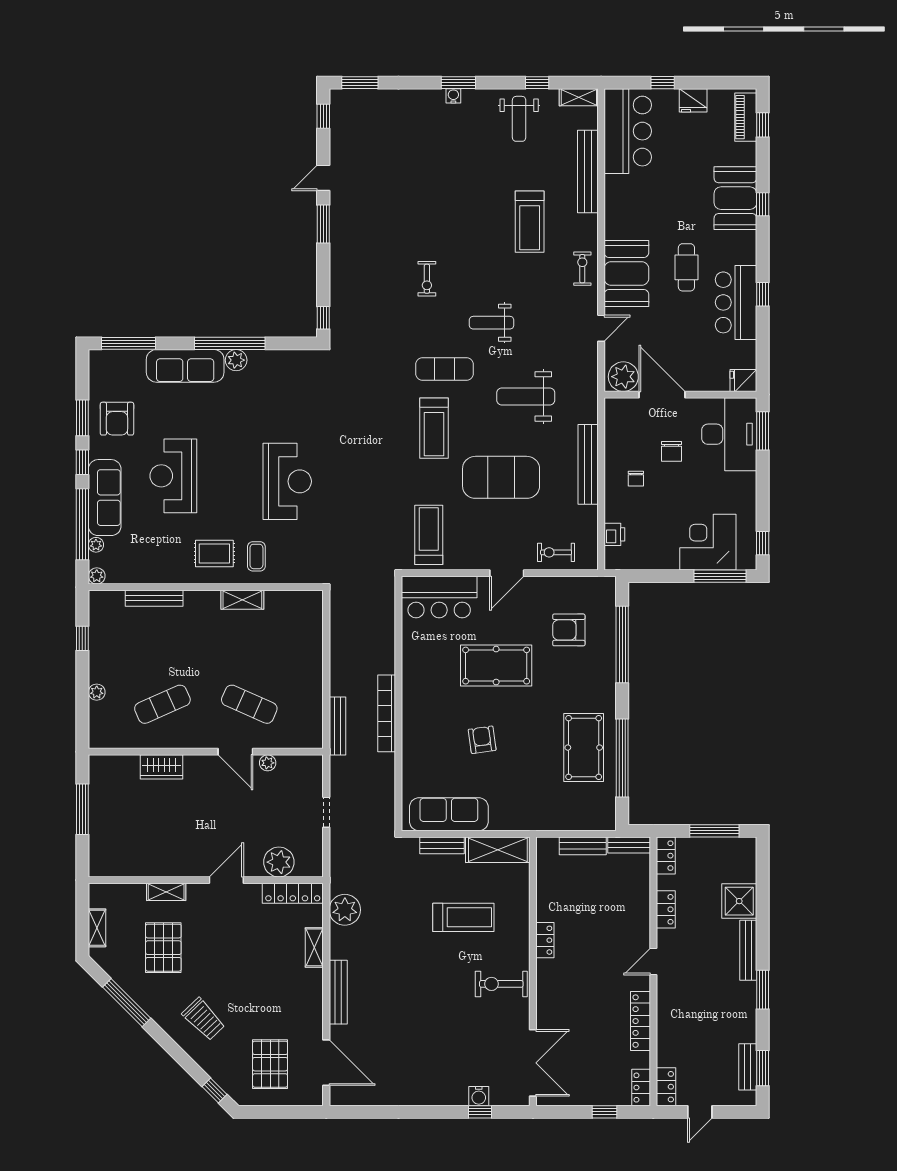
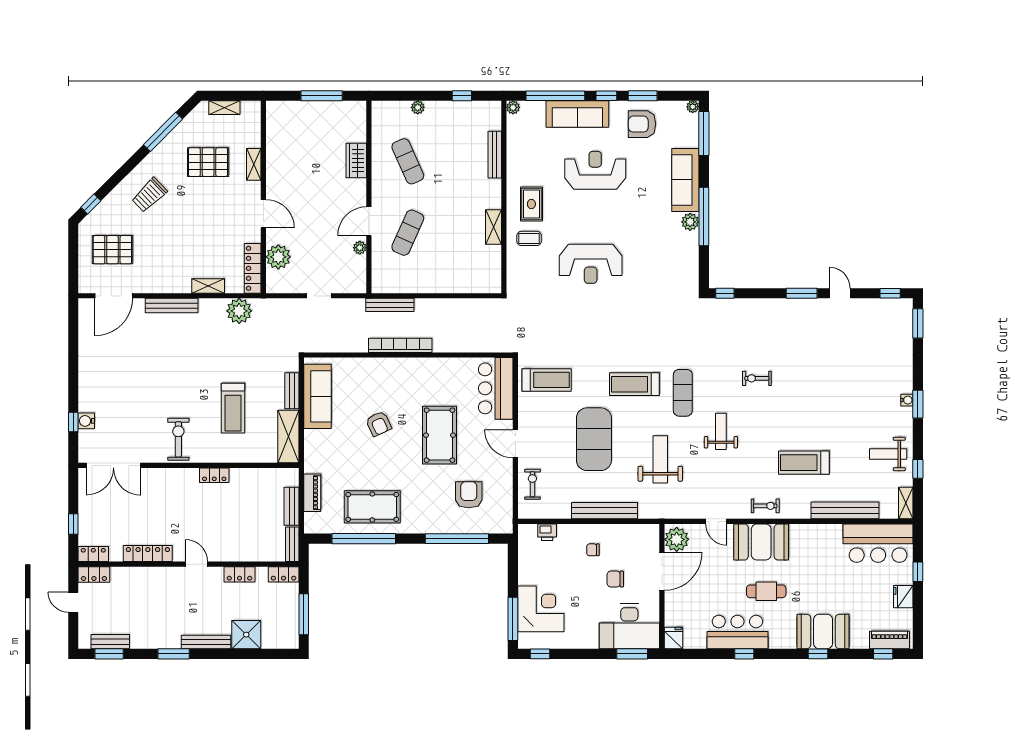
plant: (96, 545) -> (693, 107), moved
armchair: (482, 740) -> (379, 424), turned 73
piano: (566, 821) -> (312, 493), added

